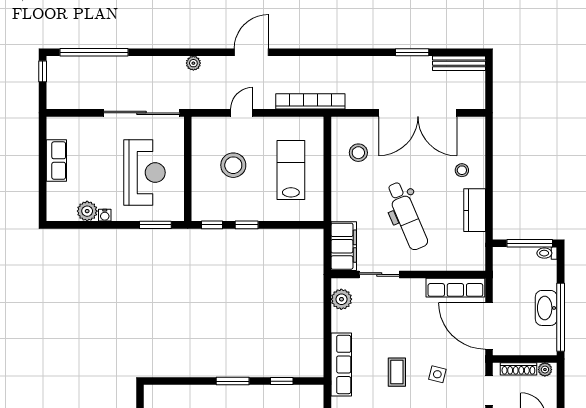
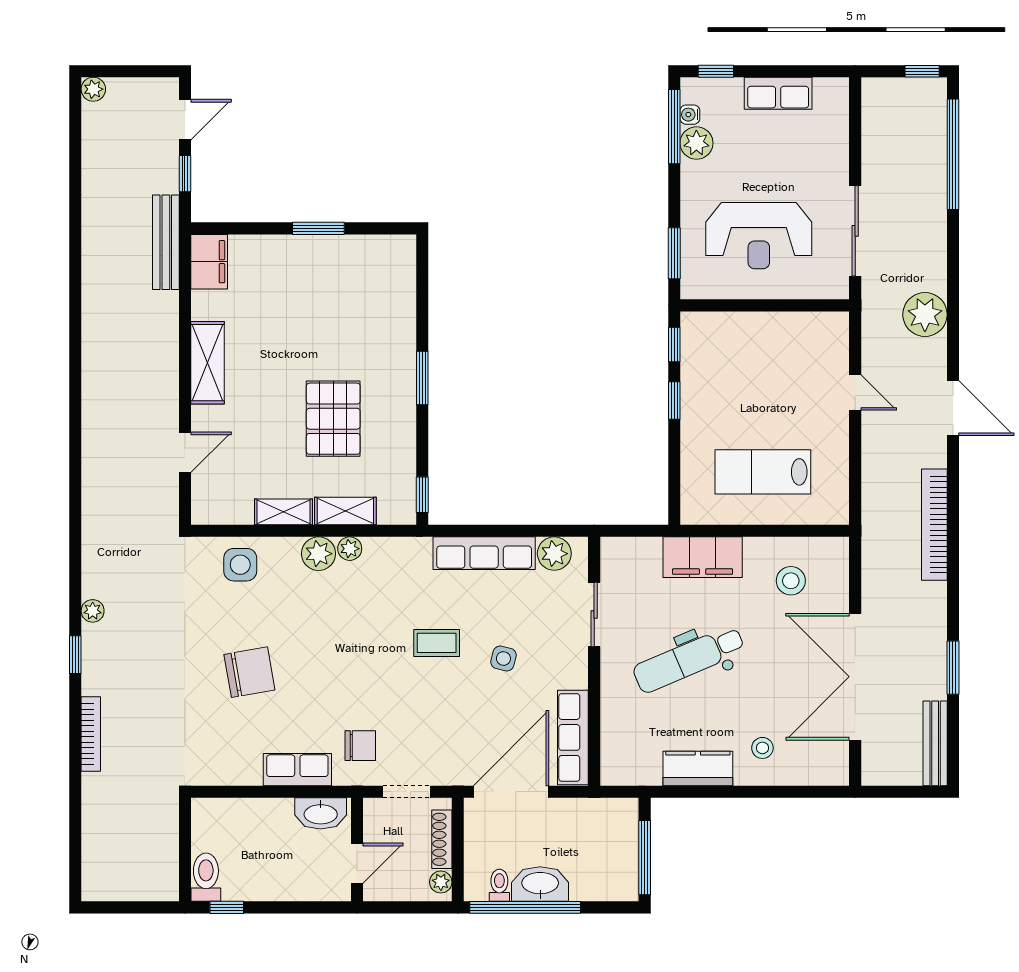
plant: (193, 63) -> (925, 315), width x1.88, depth x1.88
bookcase: (310, 101) -> (934, 525), moved, turned 180
sliding door: (142, 113) -> (855, 231), width x0.73
stool: (233, 165) -> (771, 379), removed
lab bench: (291, 170) -> (763, 472), turned 180
window: (43, 199) -> (716, 71), added
water cooler: (105, 215) -> (690, 115), moved
window: (77, 225) -> (674, 127), added
filing cabinet: (344, 246) -> (703, 557), moved
toilet: (547, 253) -> (499, 885), moved
row of seats: (341, 364) -> (484, 553), moved
side table: (437, 374) -> (503, 658), moved
window: (282, 381) -> (422, 495), moved

